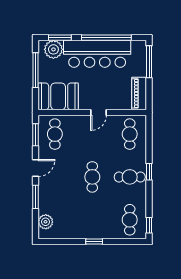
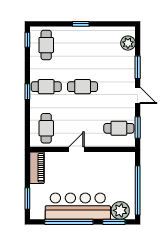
window: (149, 62) -> (27, 199), width x0.69
window: (36, 70) -> (138, 190), width x1.46
booth: (58, 96) -> (116, 165), removed
cafe table: (55, 134) -> (119, 128), turned 90
door: (36, 168) -> (138, 95), swing flipped
cafe table: (92, 177) -> (83, 87), turned 90

